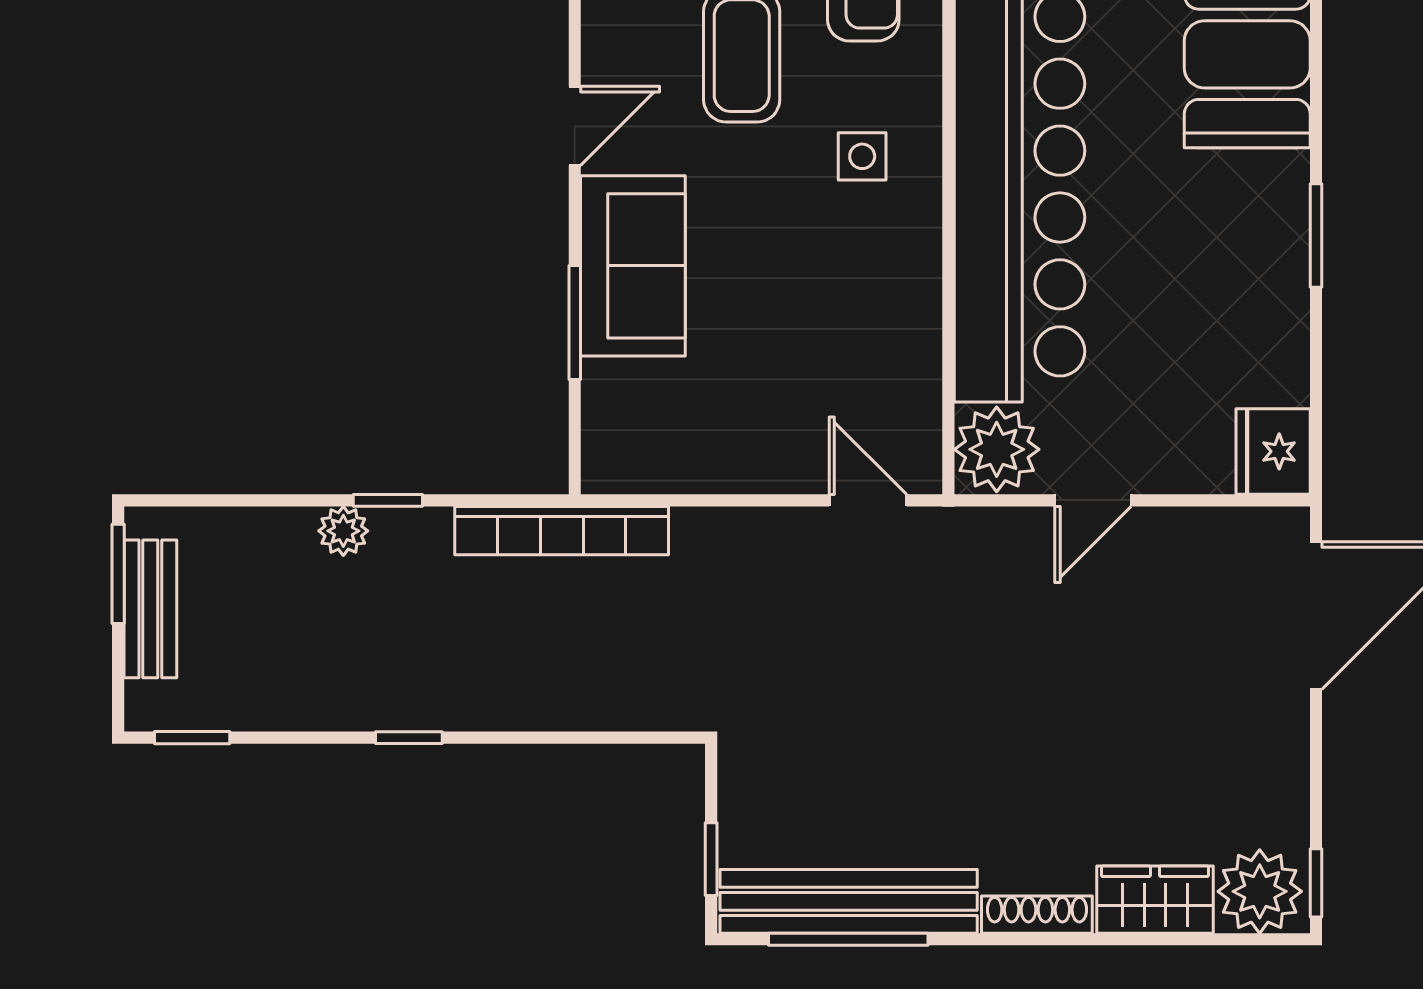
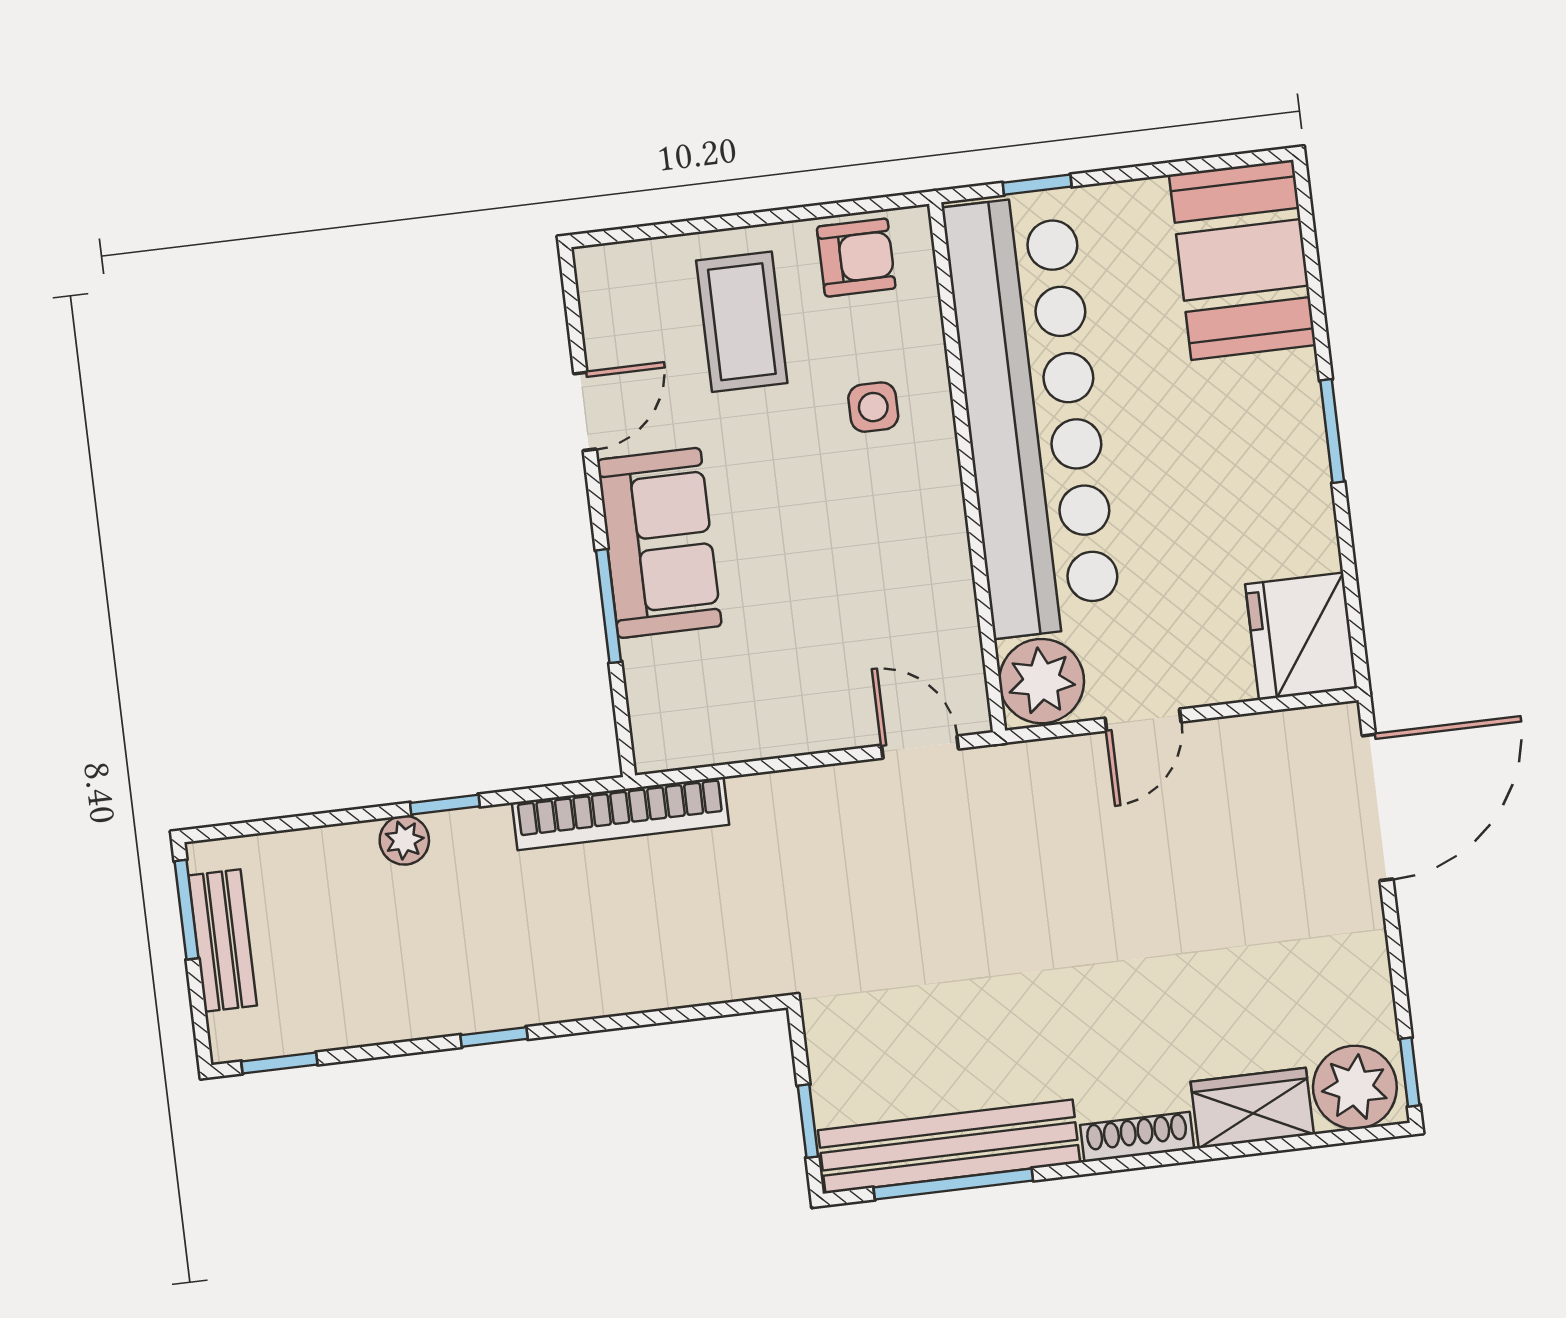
fridge: (1273, 451) -> (1301, 636), width x1.36, depth x1.34

